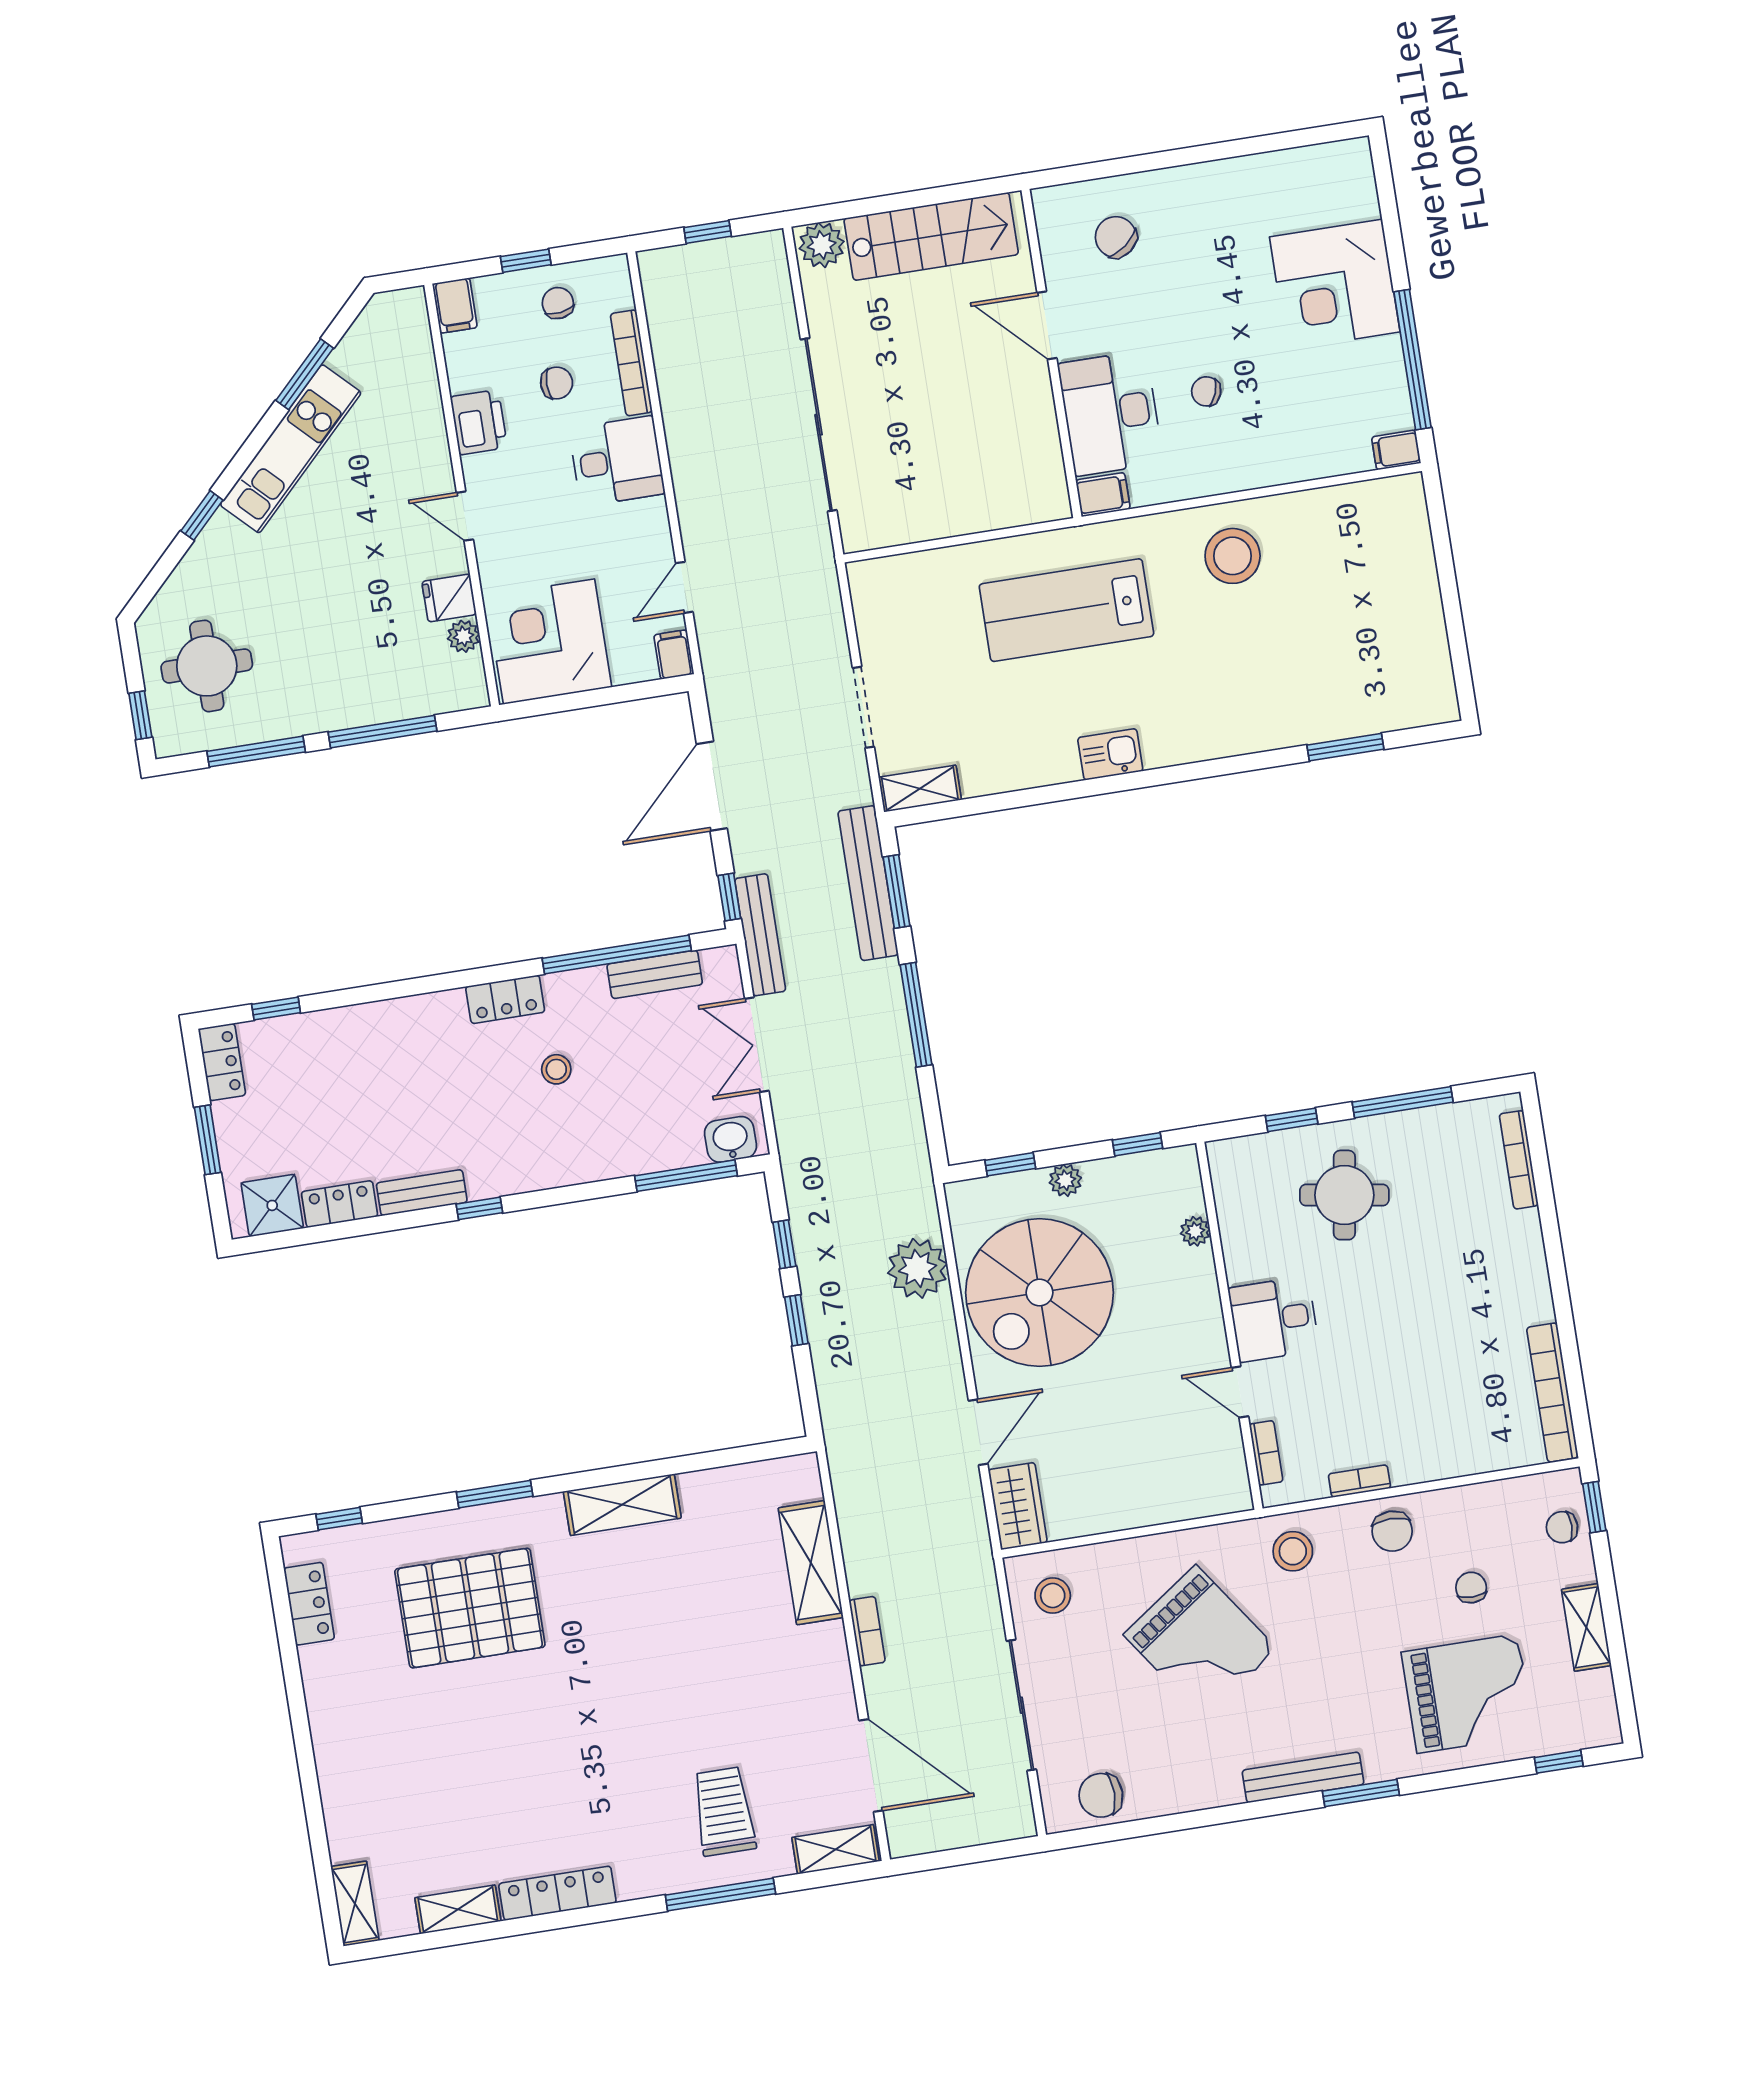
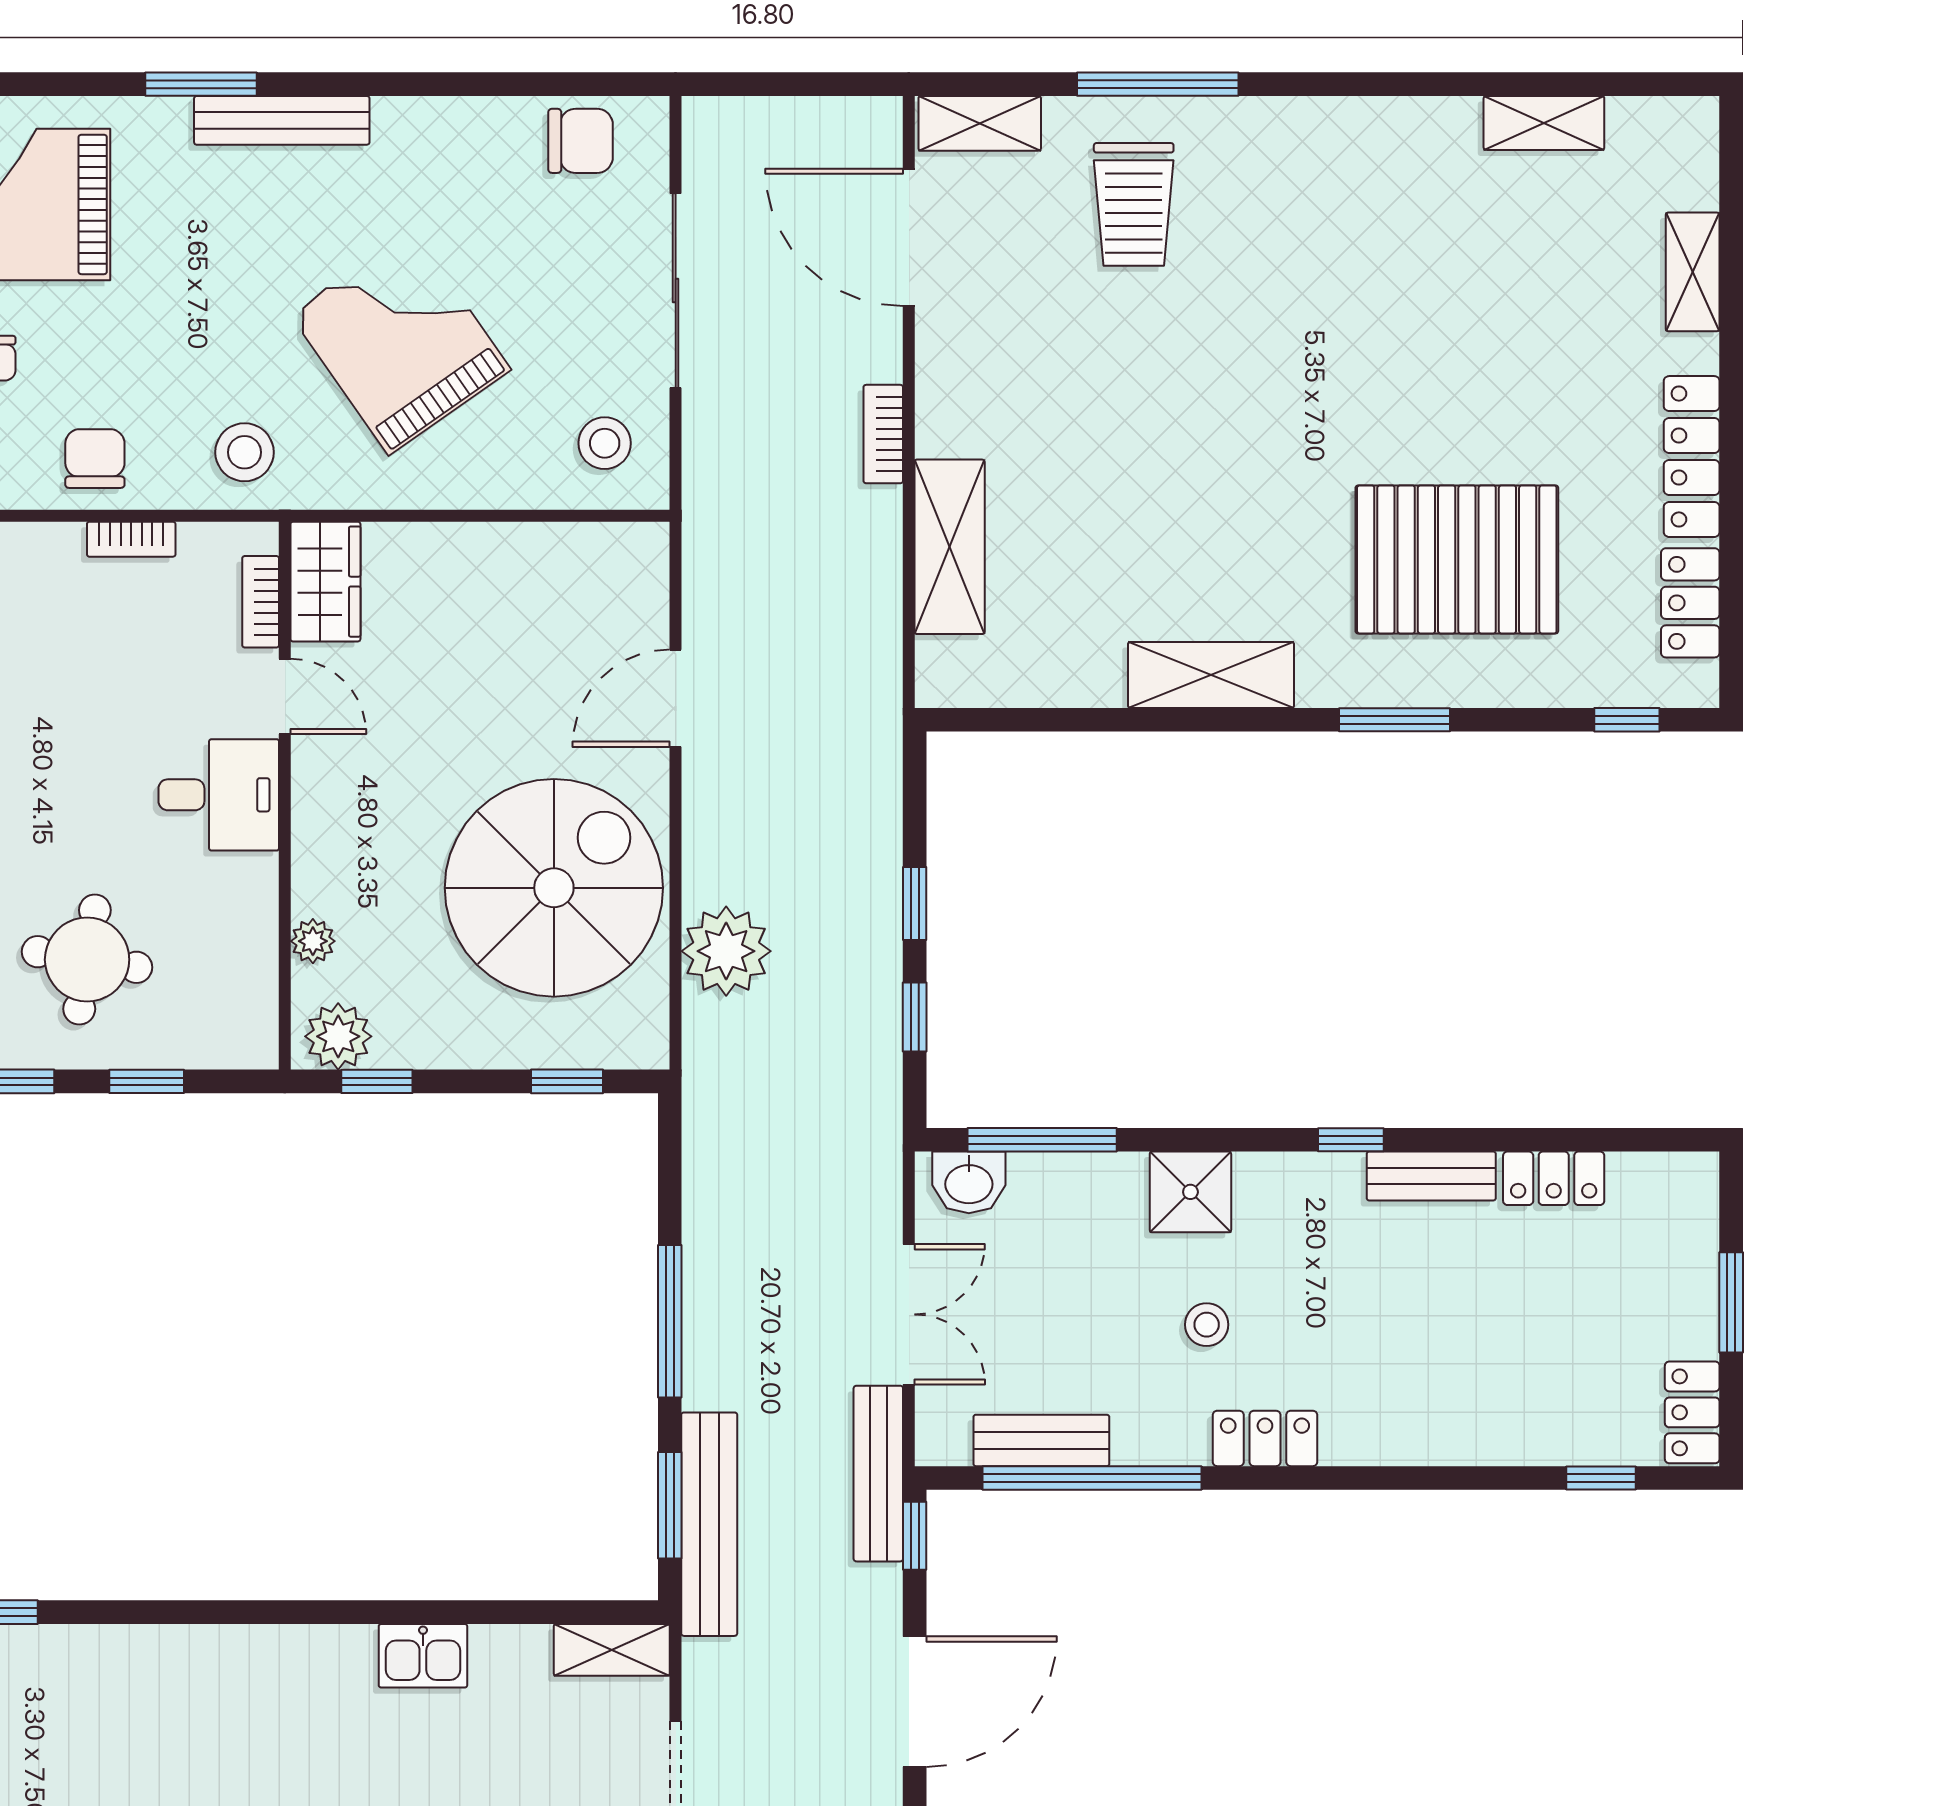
kitchen sink: (1110, 754) -> (423, 1656), moved
plant: (1065, 1180) -> (338, 1036), moved, width x1.38, depth x1.38
shower: (272, 1205) -> (1190, 1192), moved
wardrobe: (1018, 1506) -> (325, 582), moved, turned 180
locker: (557, 1893) -> (1692, 457), moved, turned 90
shelving: (355, 1904) -> (1693, 272), moved

